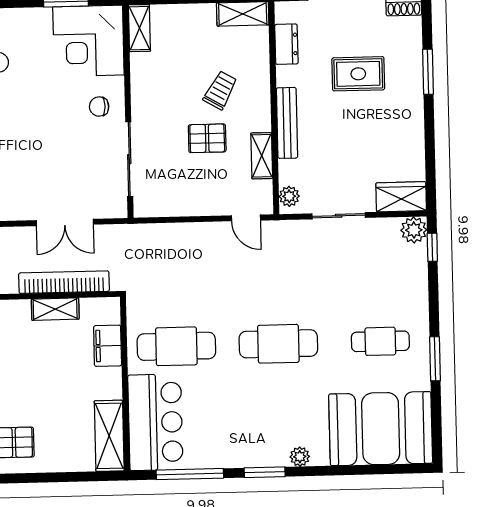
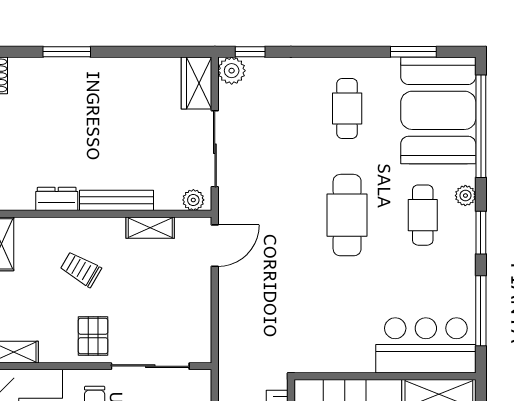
dresser: (286, 44) -> (57, 199), moved
rug: (358, 74) -> (67, 125), removed
pallet: (207, 138) -> (93, 336), moved
sliding door: (339, 216) -> (215, 149), width x1.37
door: (246, 218) -> (215, 246), width x1.38
cafe table: (176, 346) -> (423, 215), moved, width x0.73, depth x0.74
window: (435, 359) -> (413, 52), moved
window: (366, 470) -> (481, 126), added

